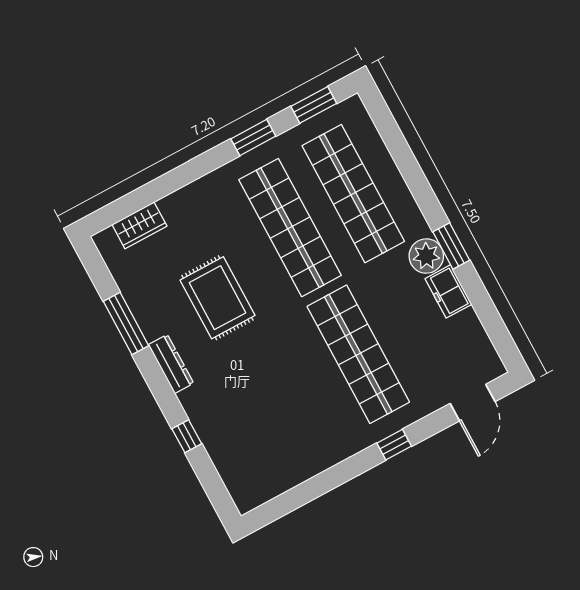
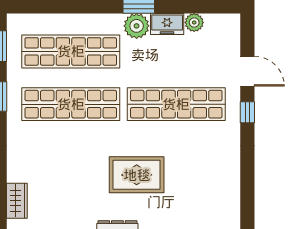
rug: (217, 298) -> (137, 175), moved
plant: (468, 323) -> (194, 22), added
door: (473, 403) -> (247, 71), moved

